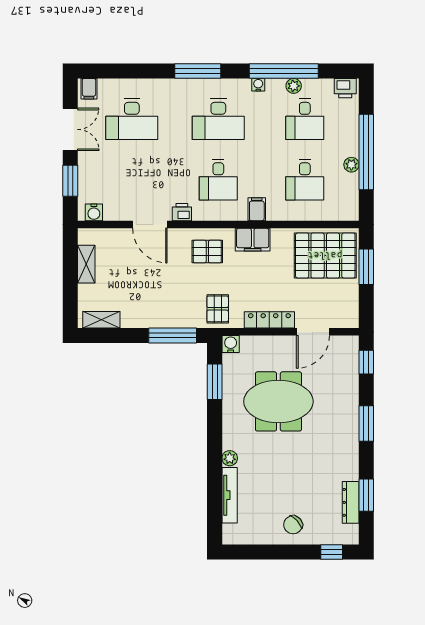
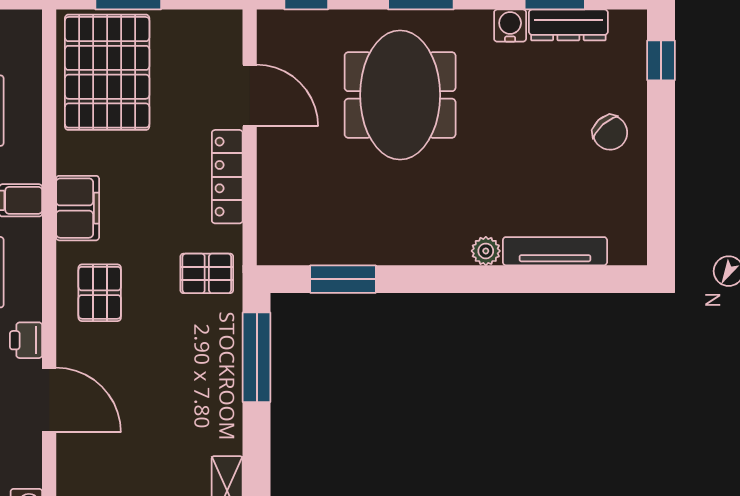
door: (150, 224) -> (49, 400), hinge flipped
water cooler: (231, 344) -> (510, 26), moved, turned 90
meeting table: (278, 401) -> (400, 95), moved

